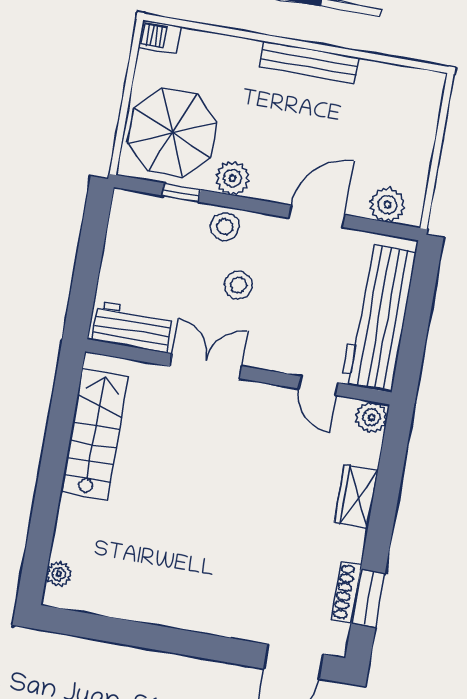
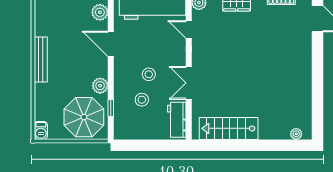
stool: (225, 227) -> (142, 100), moved
door: (318, 386) -> (189, 30), swing flipped

